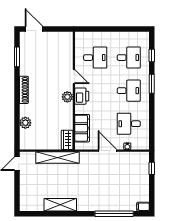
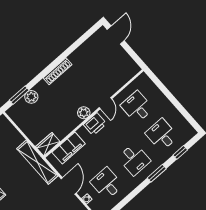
window: (17, 57) -> (19, 95), moved
desk: (95, 58) -> (137, 107), turned 180
desk: (129, 58) -> (162, 135), turned 180
shelving: (58, 158) -> (37, 162), moved

